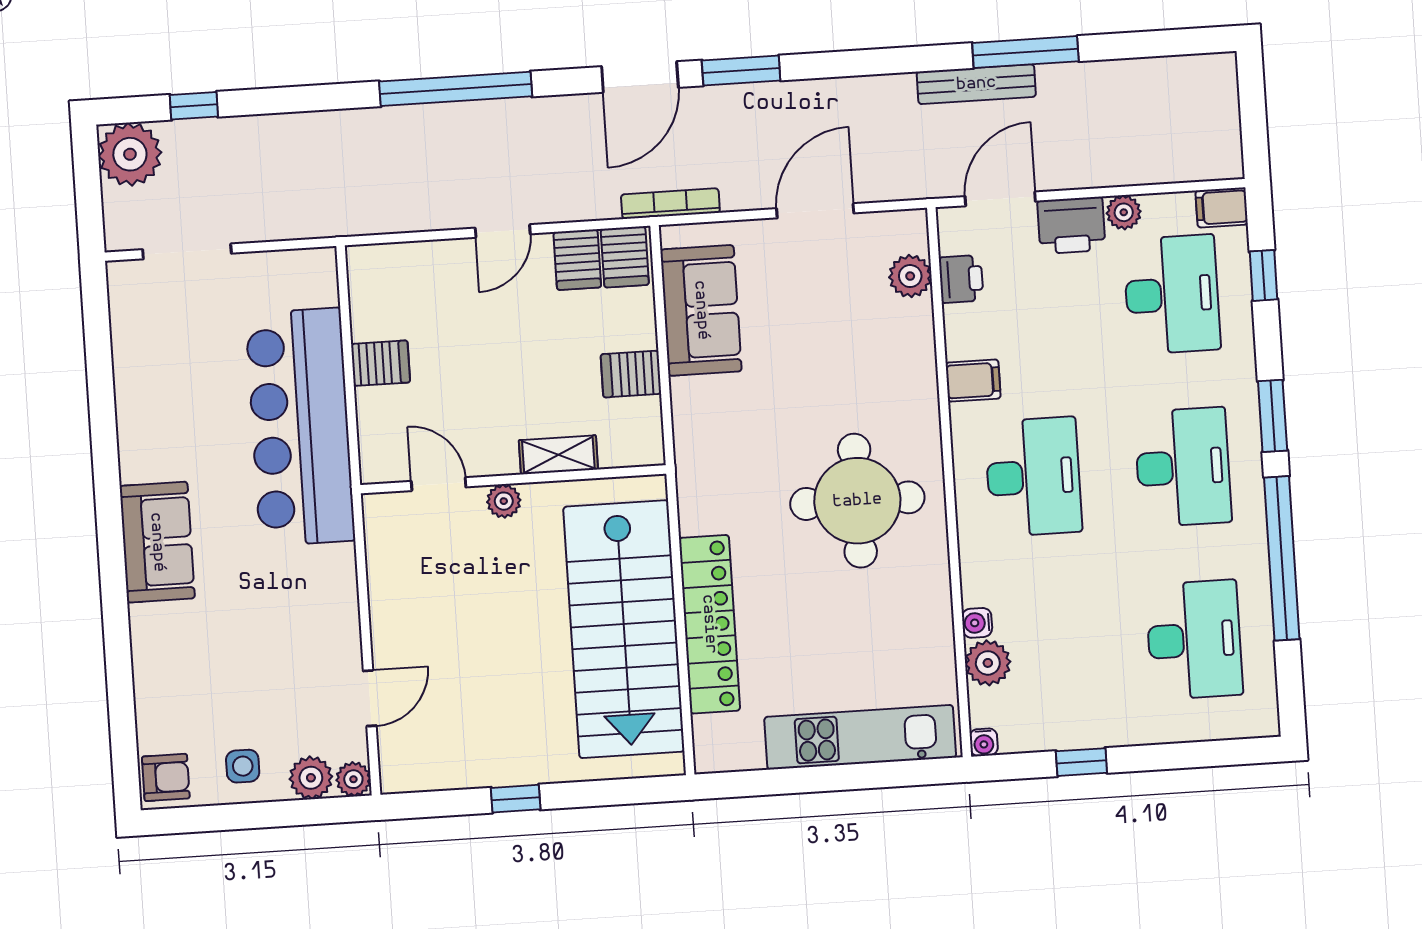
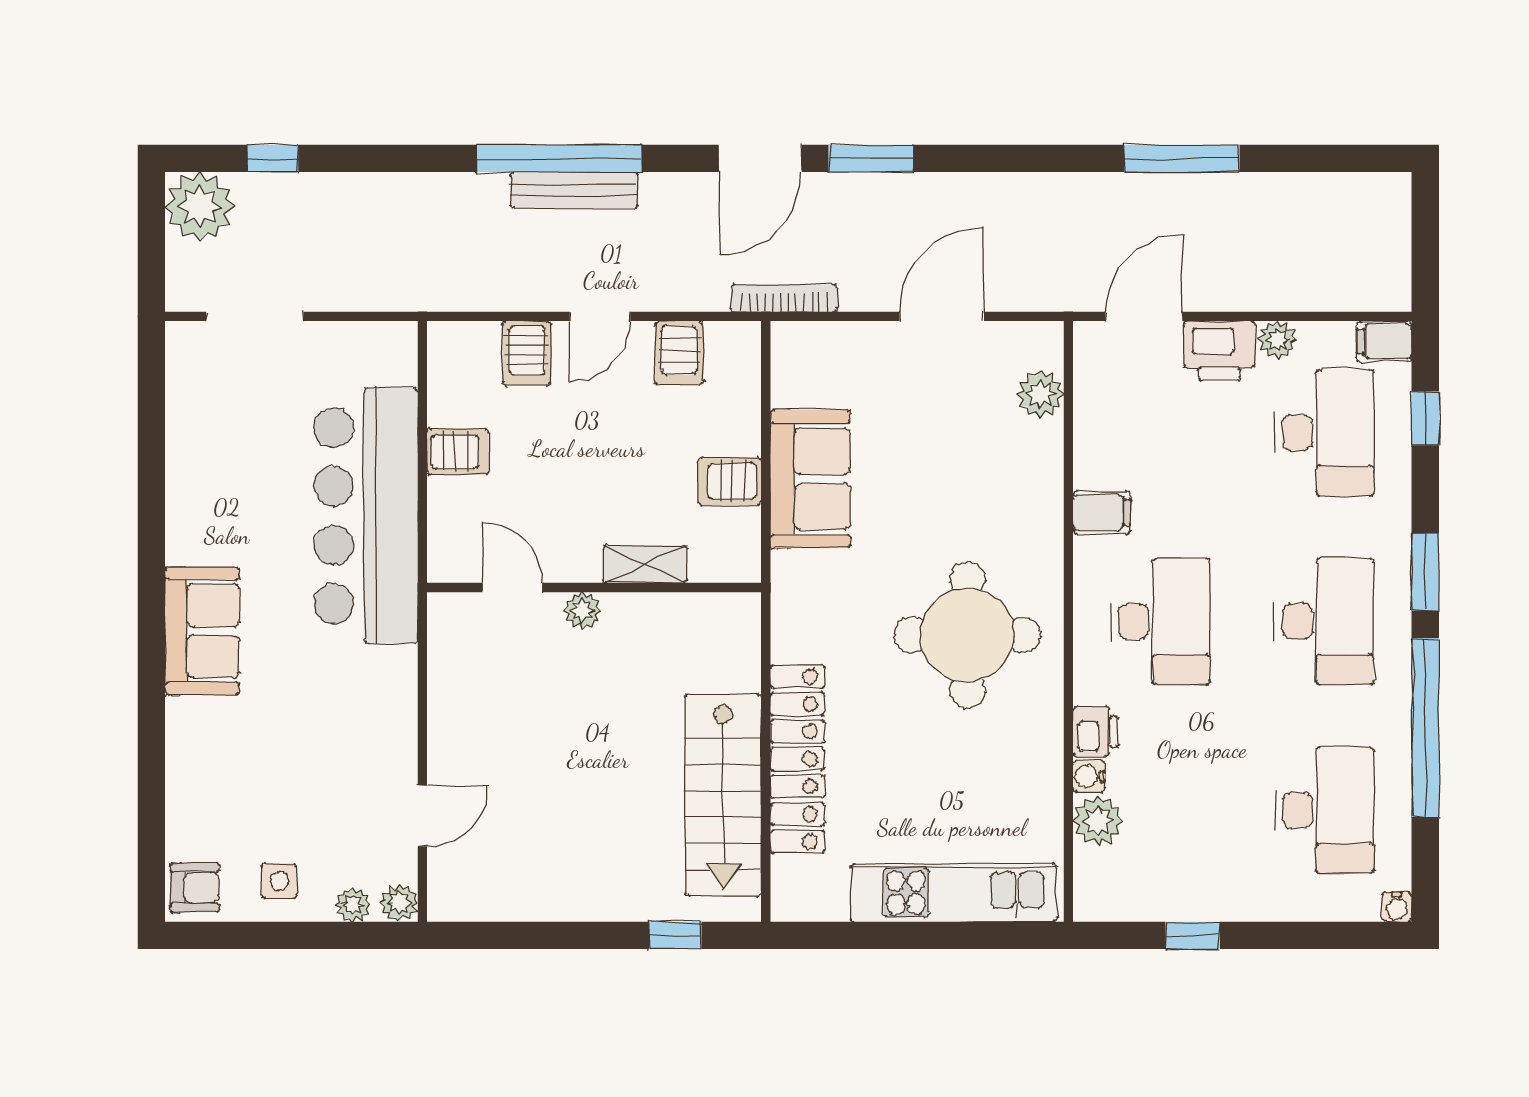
bench: (976, 84) -> (574, 190), moved
server rack: (625, 257) -> (527, 353), moved
printer: (961, 279) -> (1096, 732), moved
sofa: (701, 310) -> (810, 479), moved
stairs: (624, 629) -> (723, 795), width x0.73, depth x0.66
water cooler: (984, 742) -> (1397, 907), moved
plant: (311, 778) -> (353, 905), width x0.73, depth x0.73
window: (516, 799) -> (675, 935), moved

